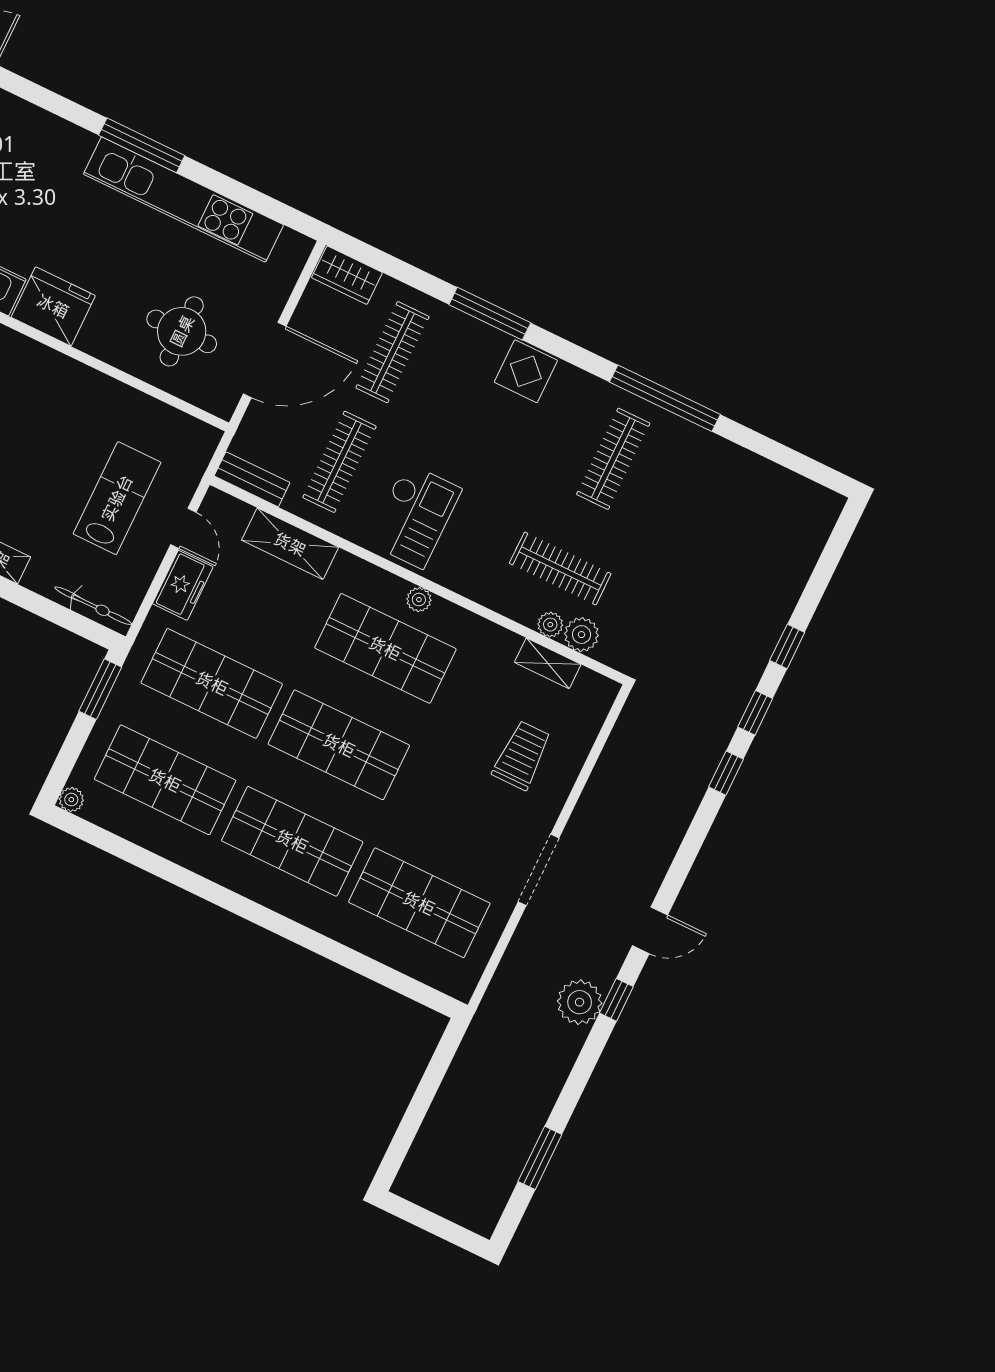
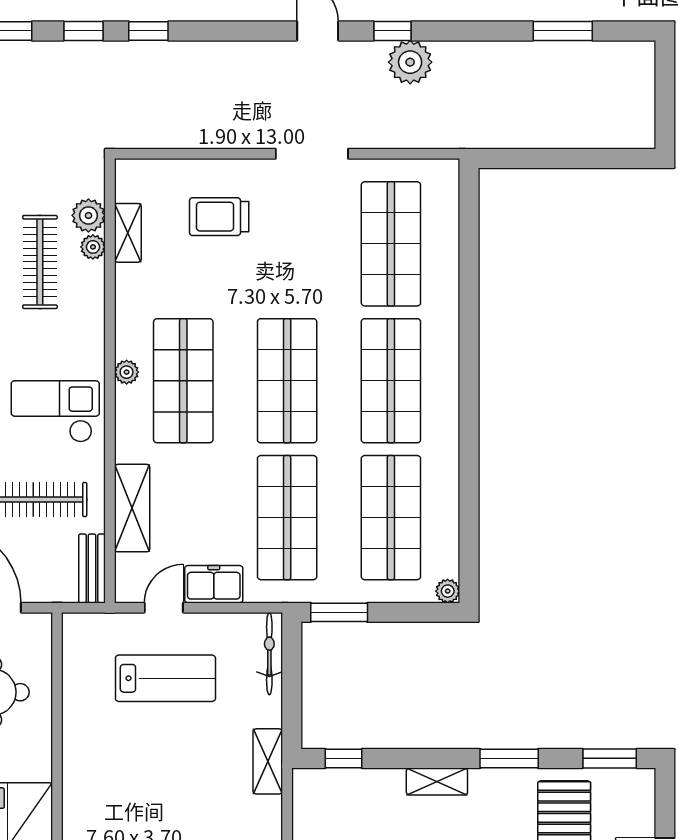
lab bench: (117, 498) -> (165, 678), turned 180

